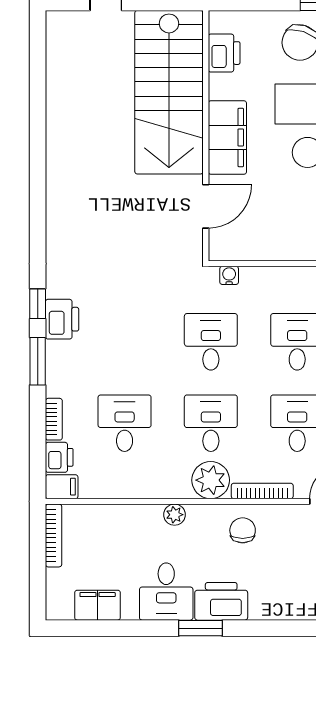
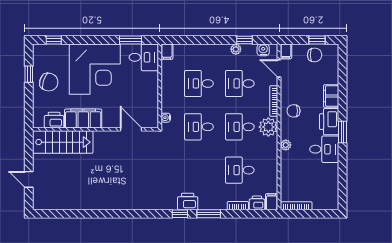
stairs: (169, 92) -> (63, 142), width x0.73, depth x0.66
filing cabinet: (227, 137) -> (83, 119), moved
filing cabinet: (98, 605) -> (331, 96), moved

